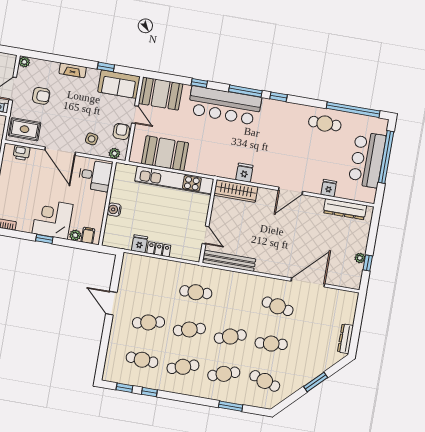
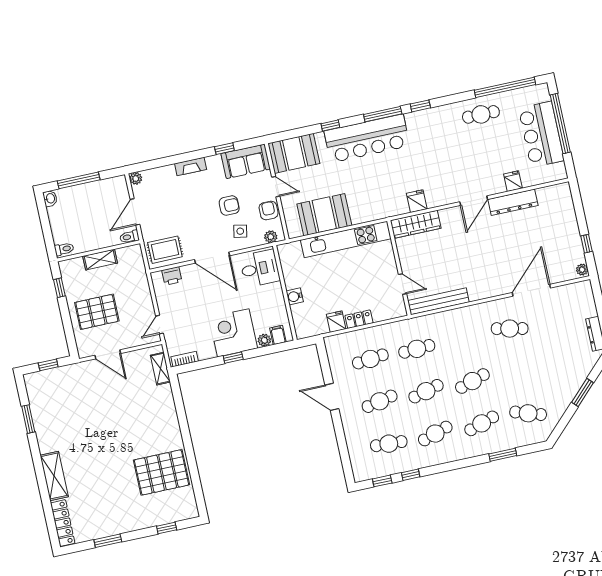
armchair: (41, 96) -> (229, 206), moved
dresser: (345, 209) -> (513, 202), moved
plant: (360, 258) -> (582, 270), moved
cafe table: (271, 344) -> (370, 359), moved

